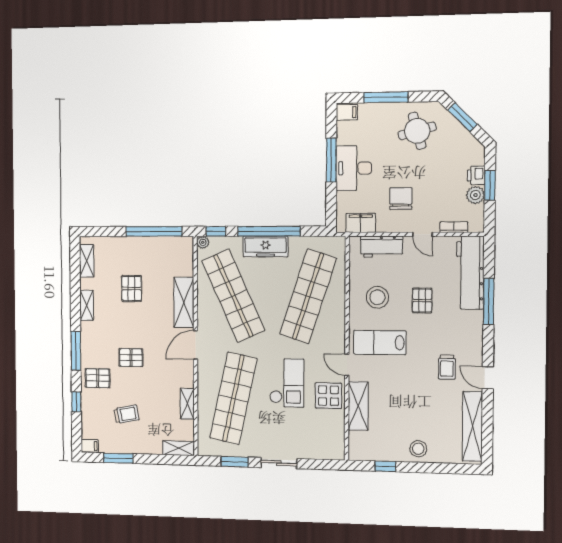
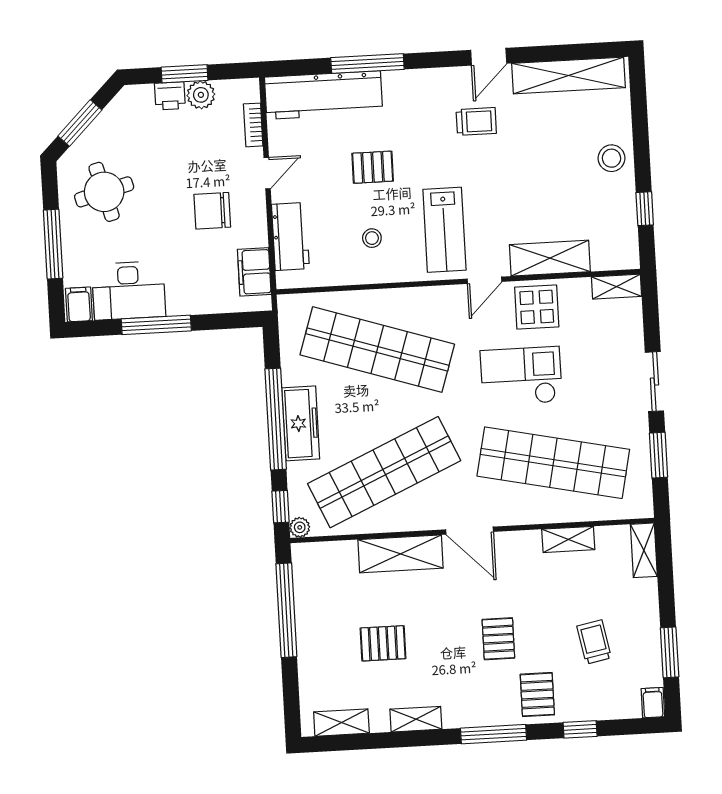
desk: (354, 168) -> (129, 290), moved
stool: (377, 297) -> (372, 238), width x0.53, depth x0.53
shelving: (338, 445) -> (617, 287), added

